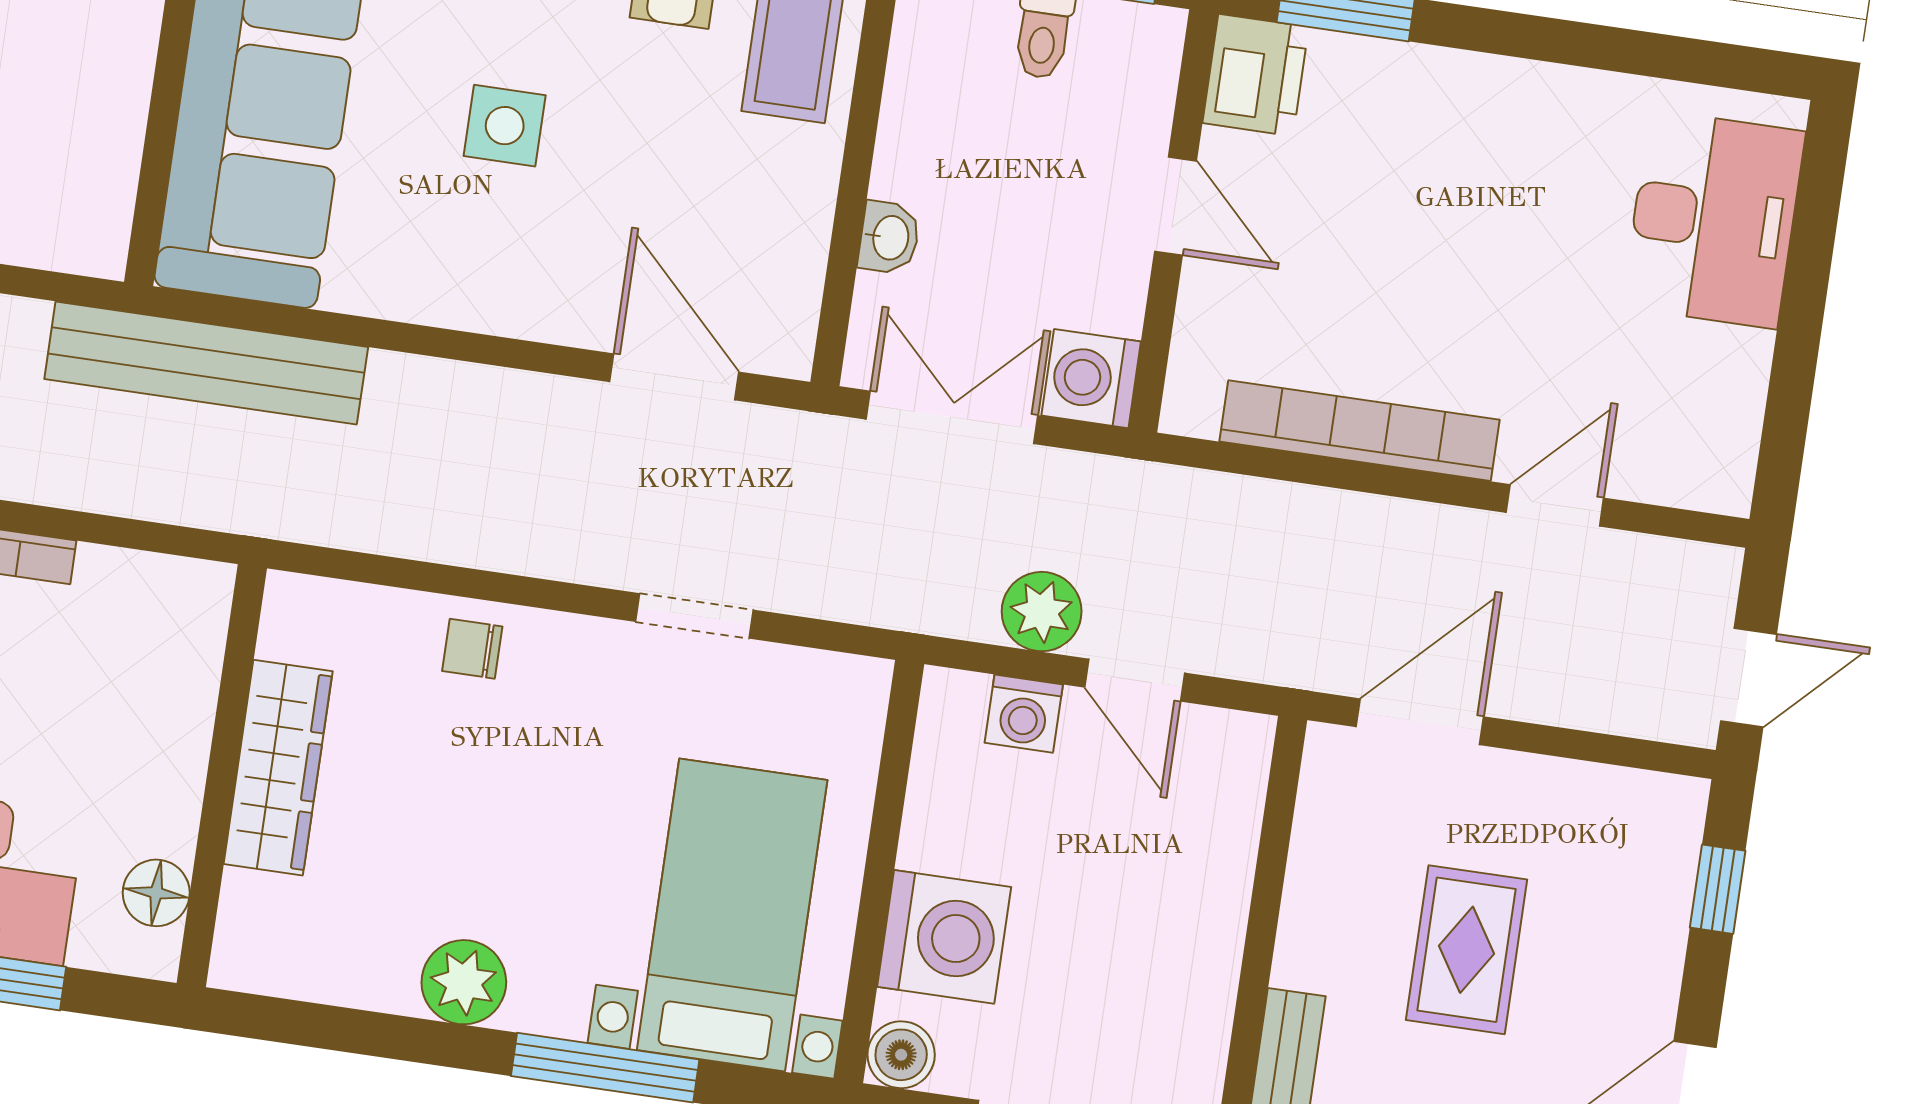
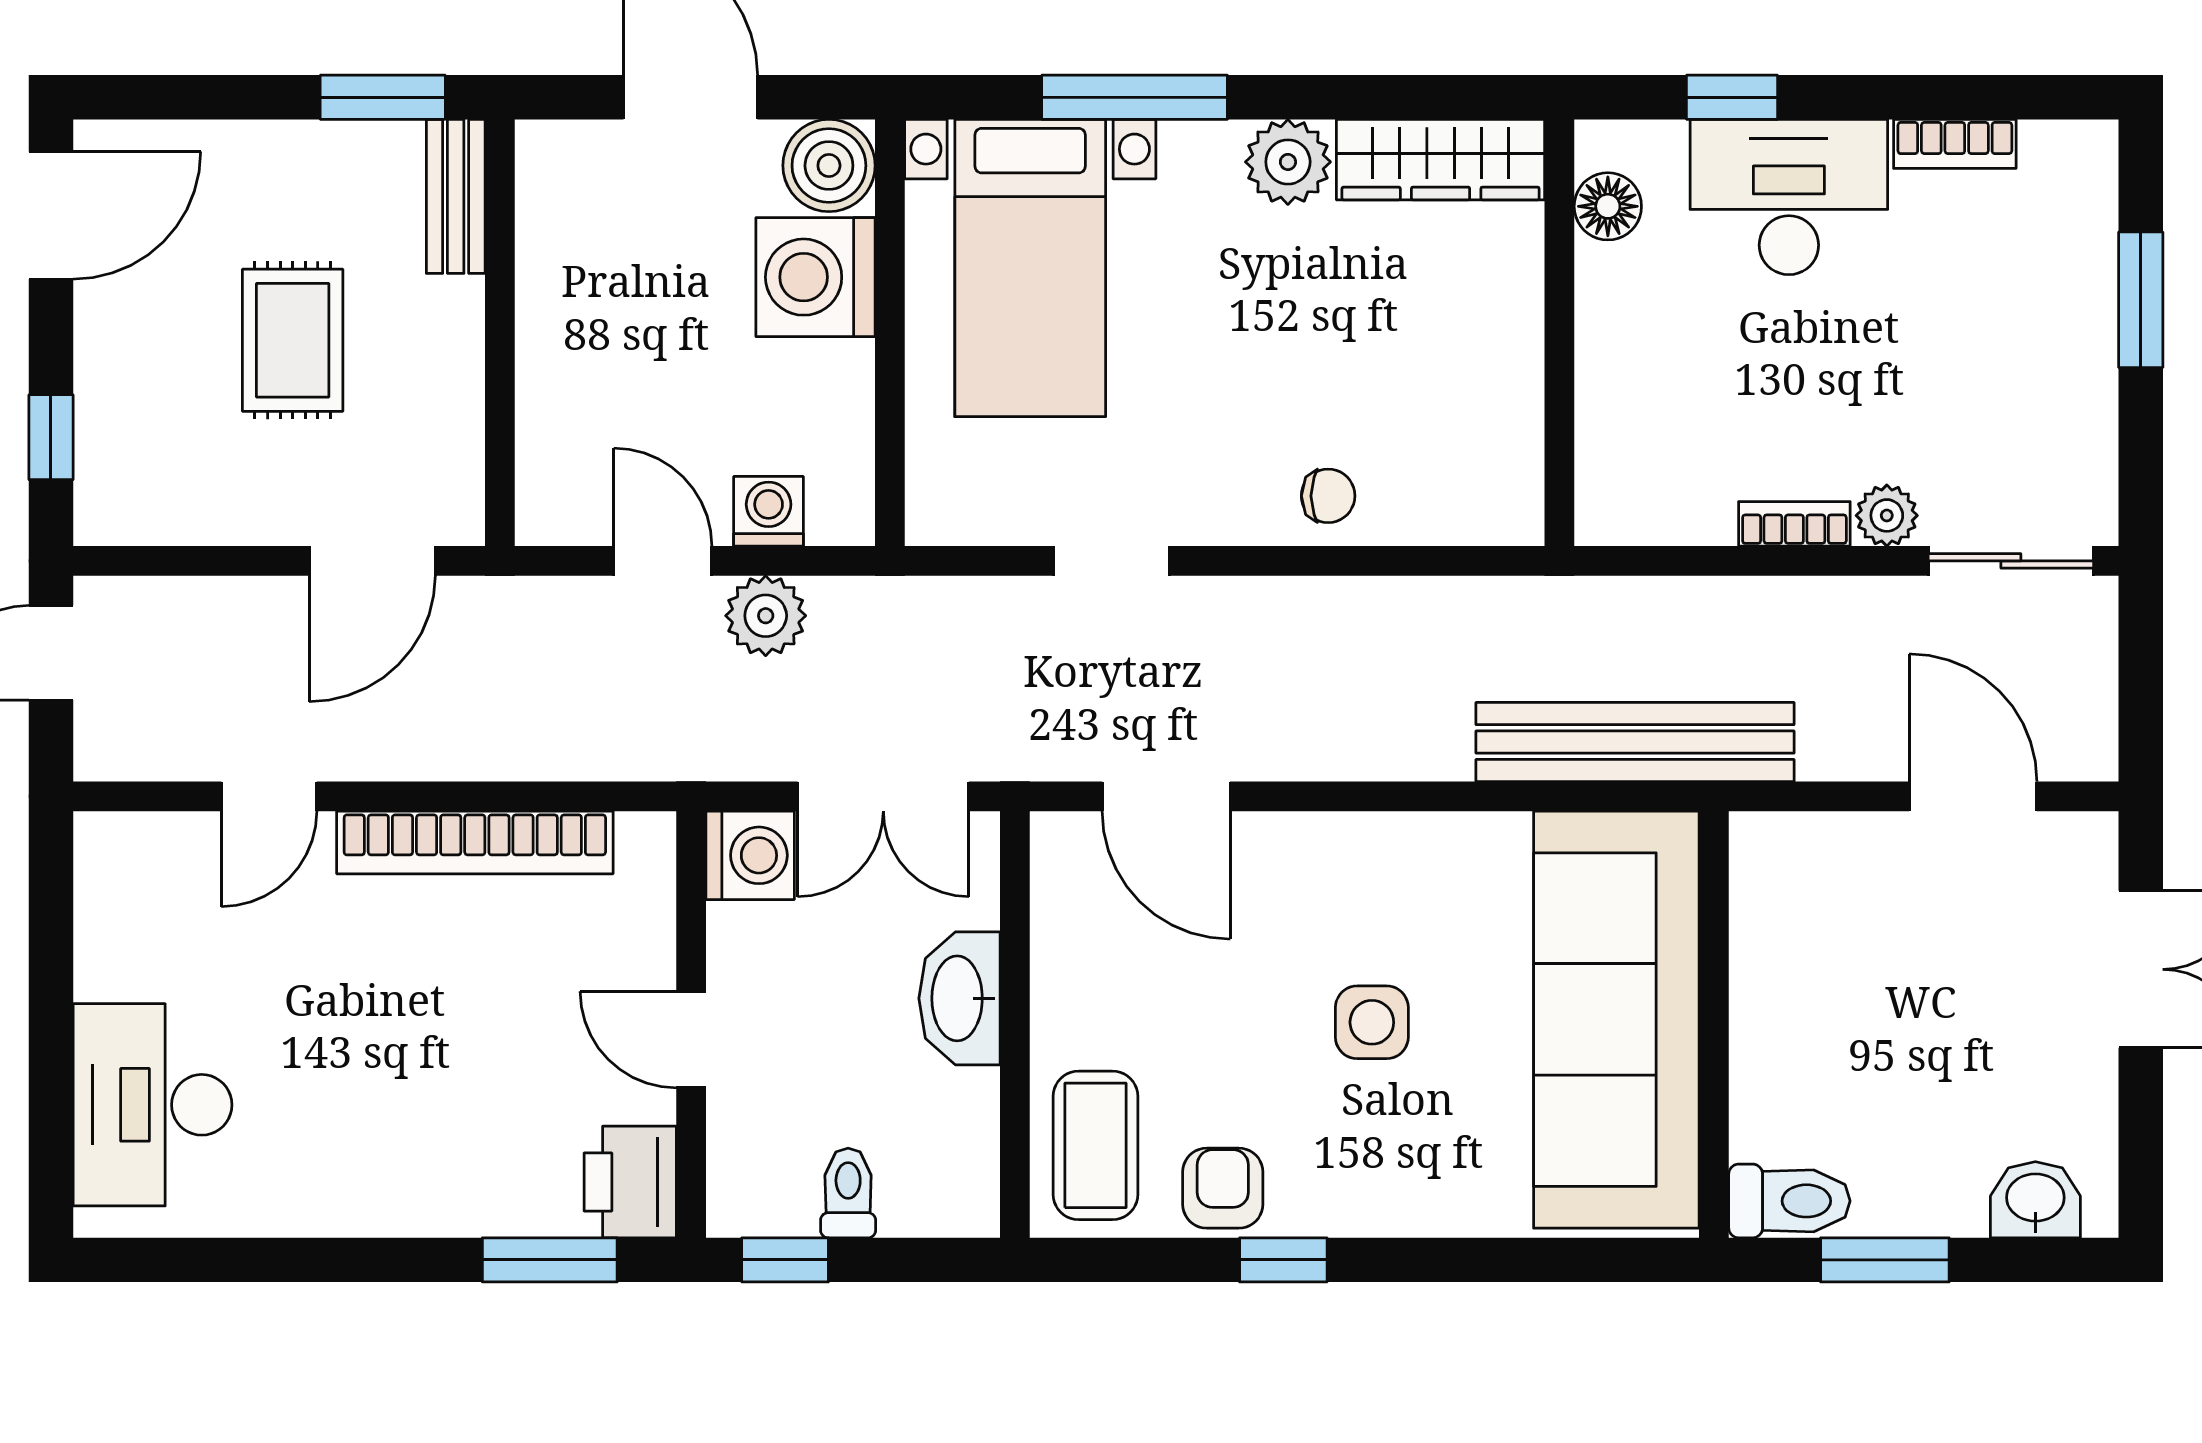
washbasin: (889, 238) -> (960, 998), width x1.91, depth x1.45
wardrobe: (278, 768) -> (1441, 160), moved, turned -90
boiler: (901, 1055) -> (829, 166), width x1.36, depth x1.36

